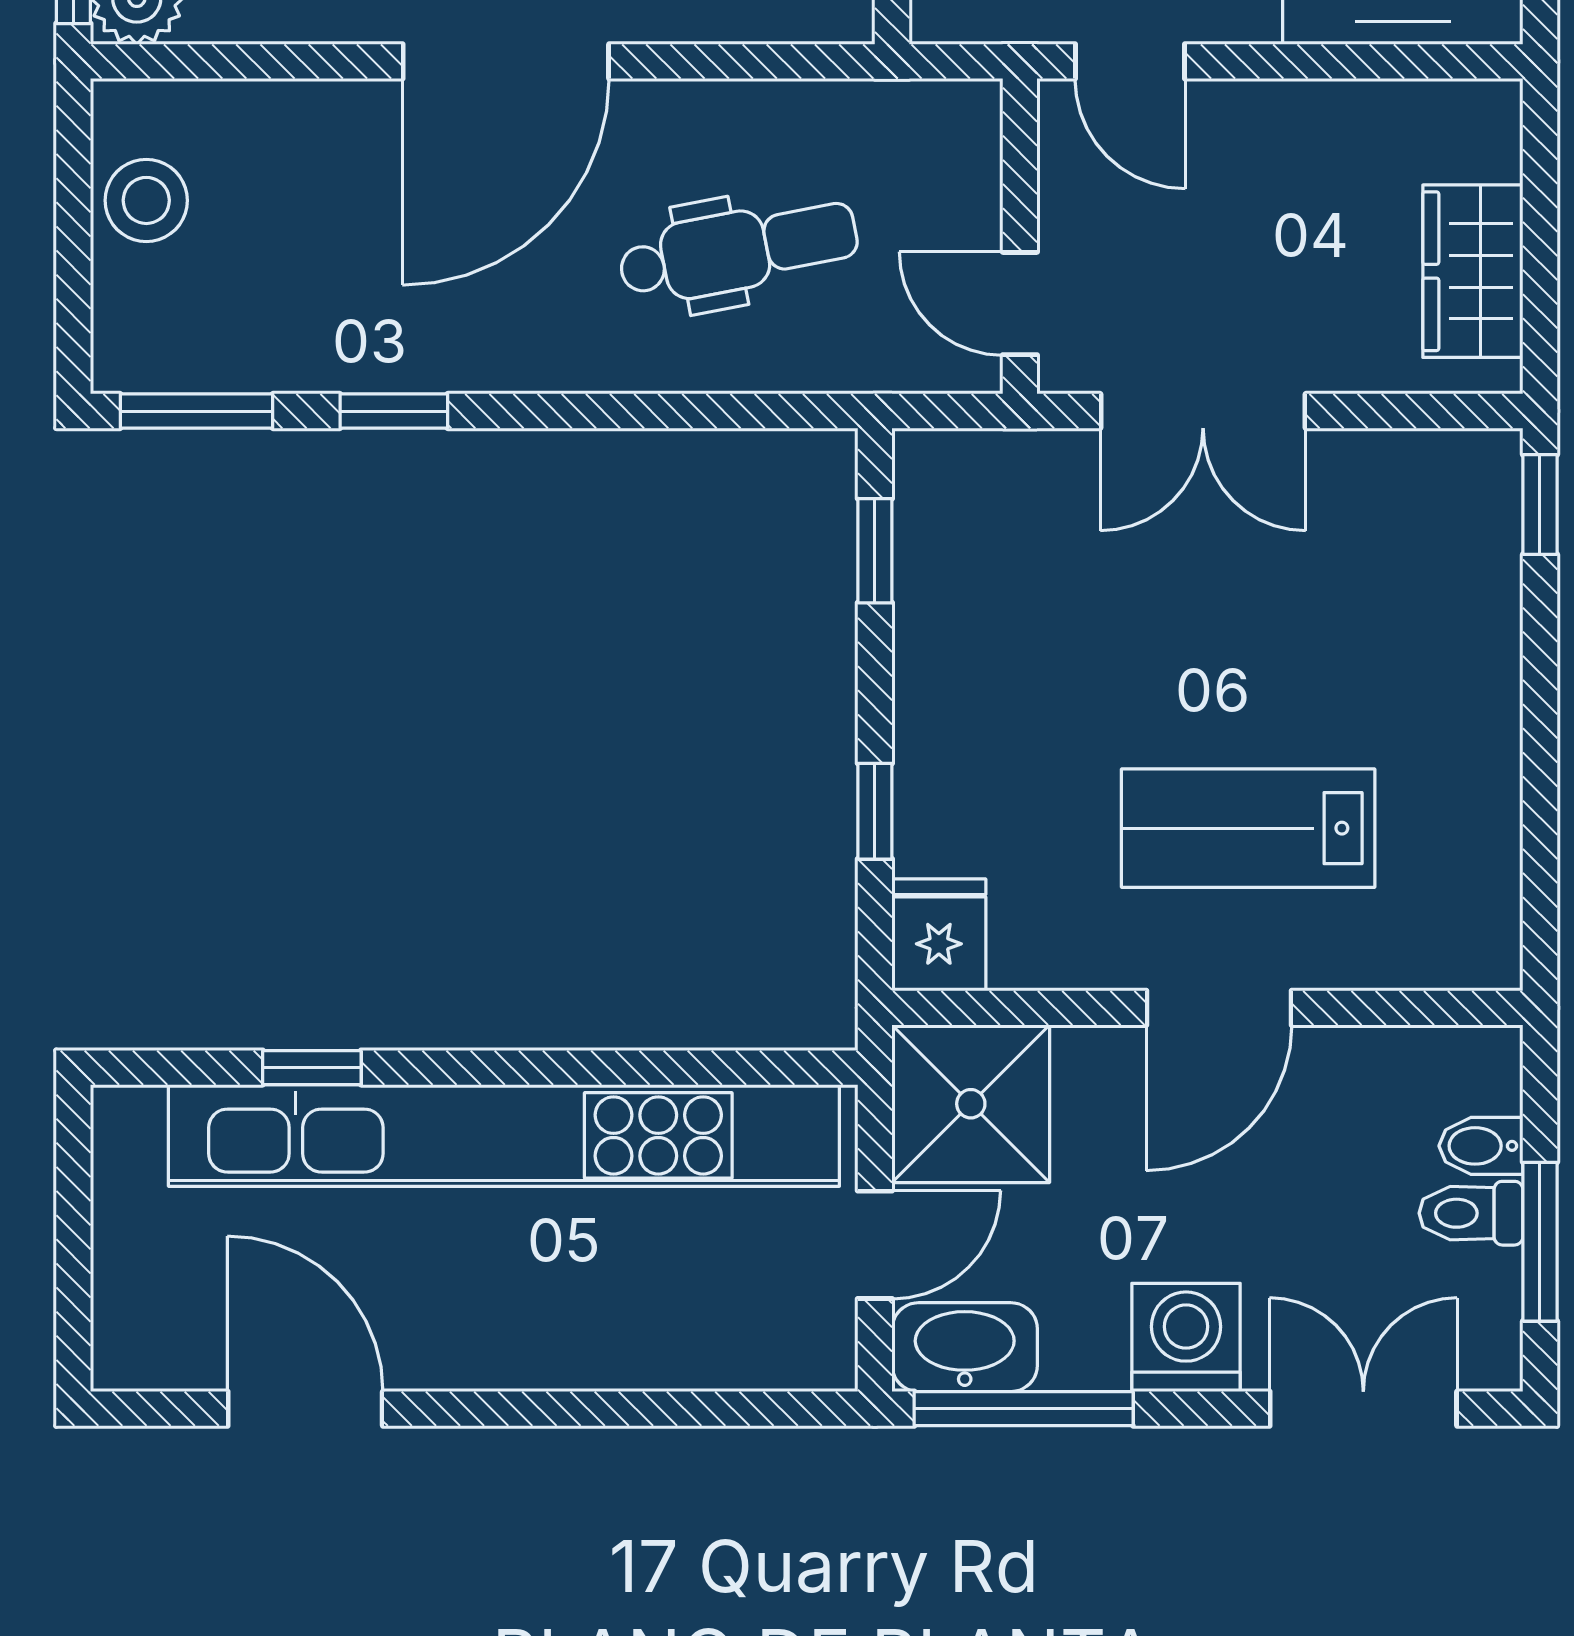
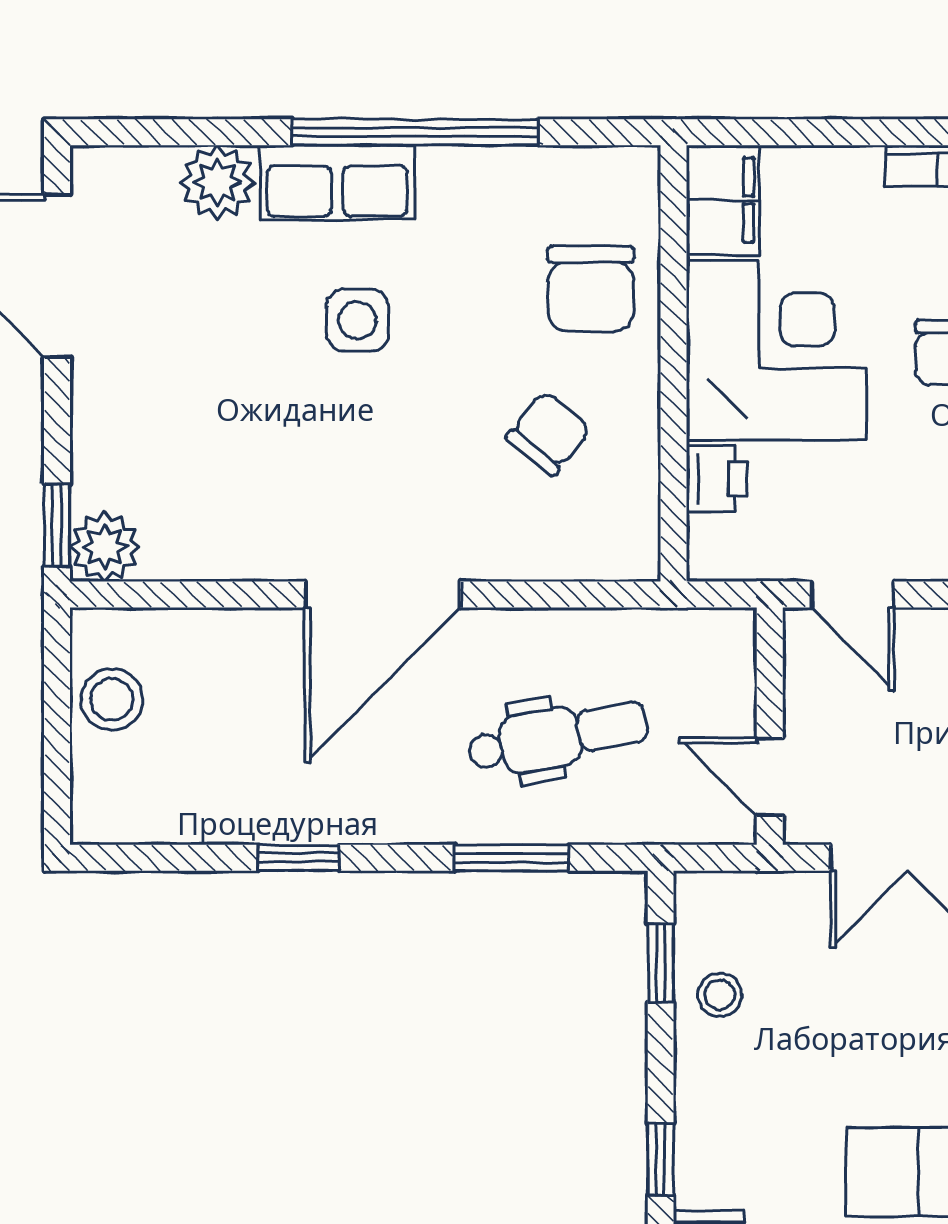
window: (196, 411) -> (512, 858), moved
stool: (953, 593) -> (720, 995), added

